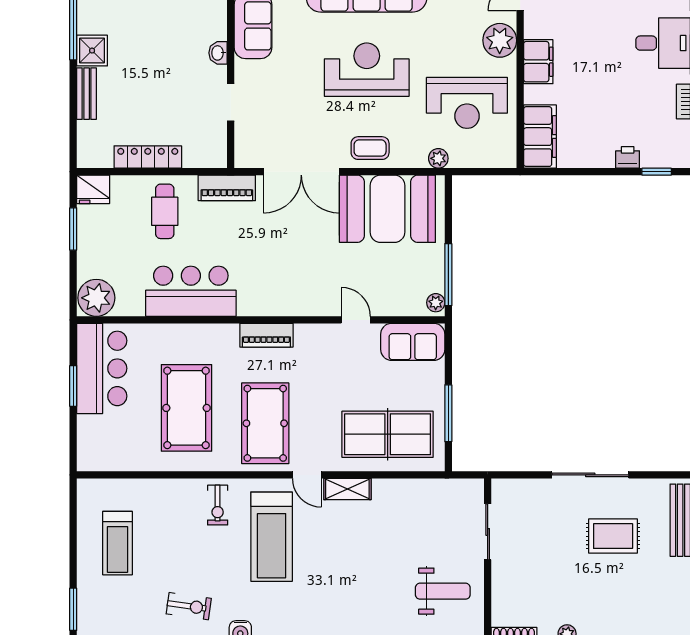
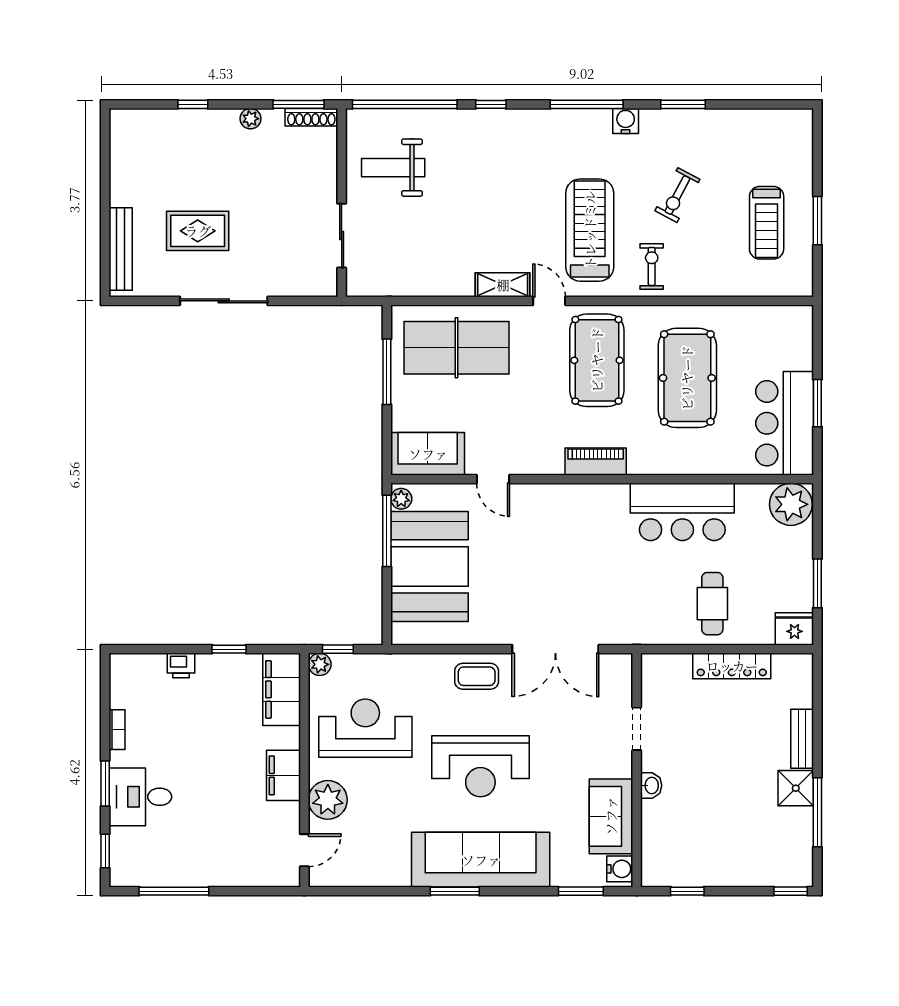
plant: (438, 158) -> (320, 664), moved
double door: (301, 172) -> (555, 649), swing flipped
window: (491, 172) -> (338, 649), added
window: (657, 172) -> (229, 649), moved
piano: (227, 188) -> (641, 631), removed
booth: (387, 209) -> (429, 566), moved, turned 90
treadmill: (117, 543) -> (767, 223), turned 180
exercise bike: (189, 606) -> (677, 195), moved, turned -70
window: (73, 609) -> (817, 221), moved

